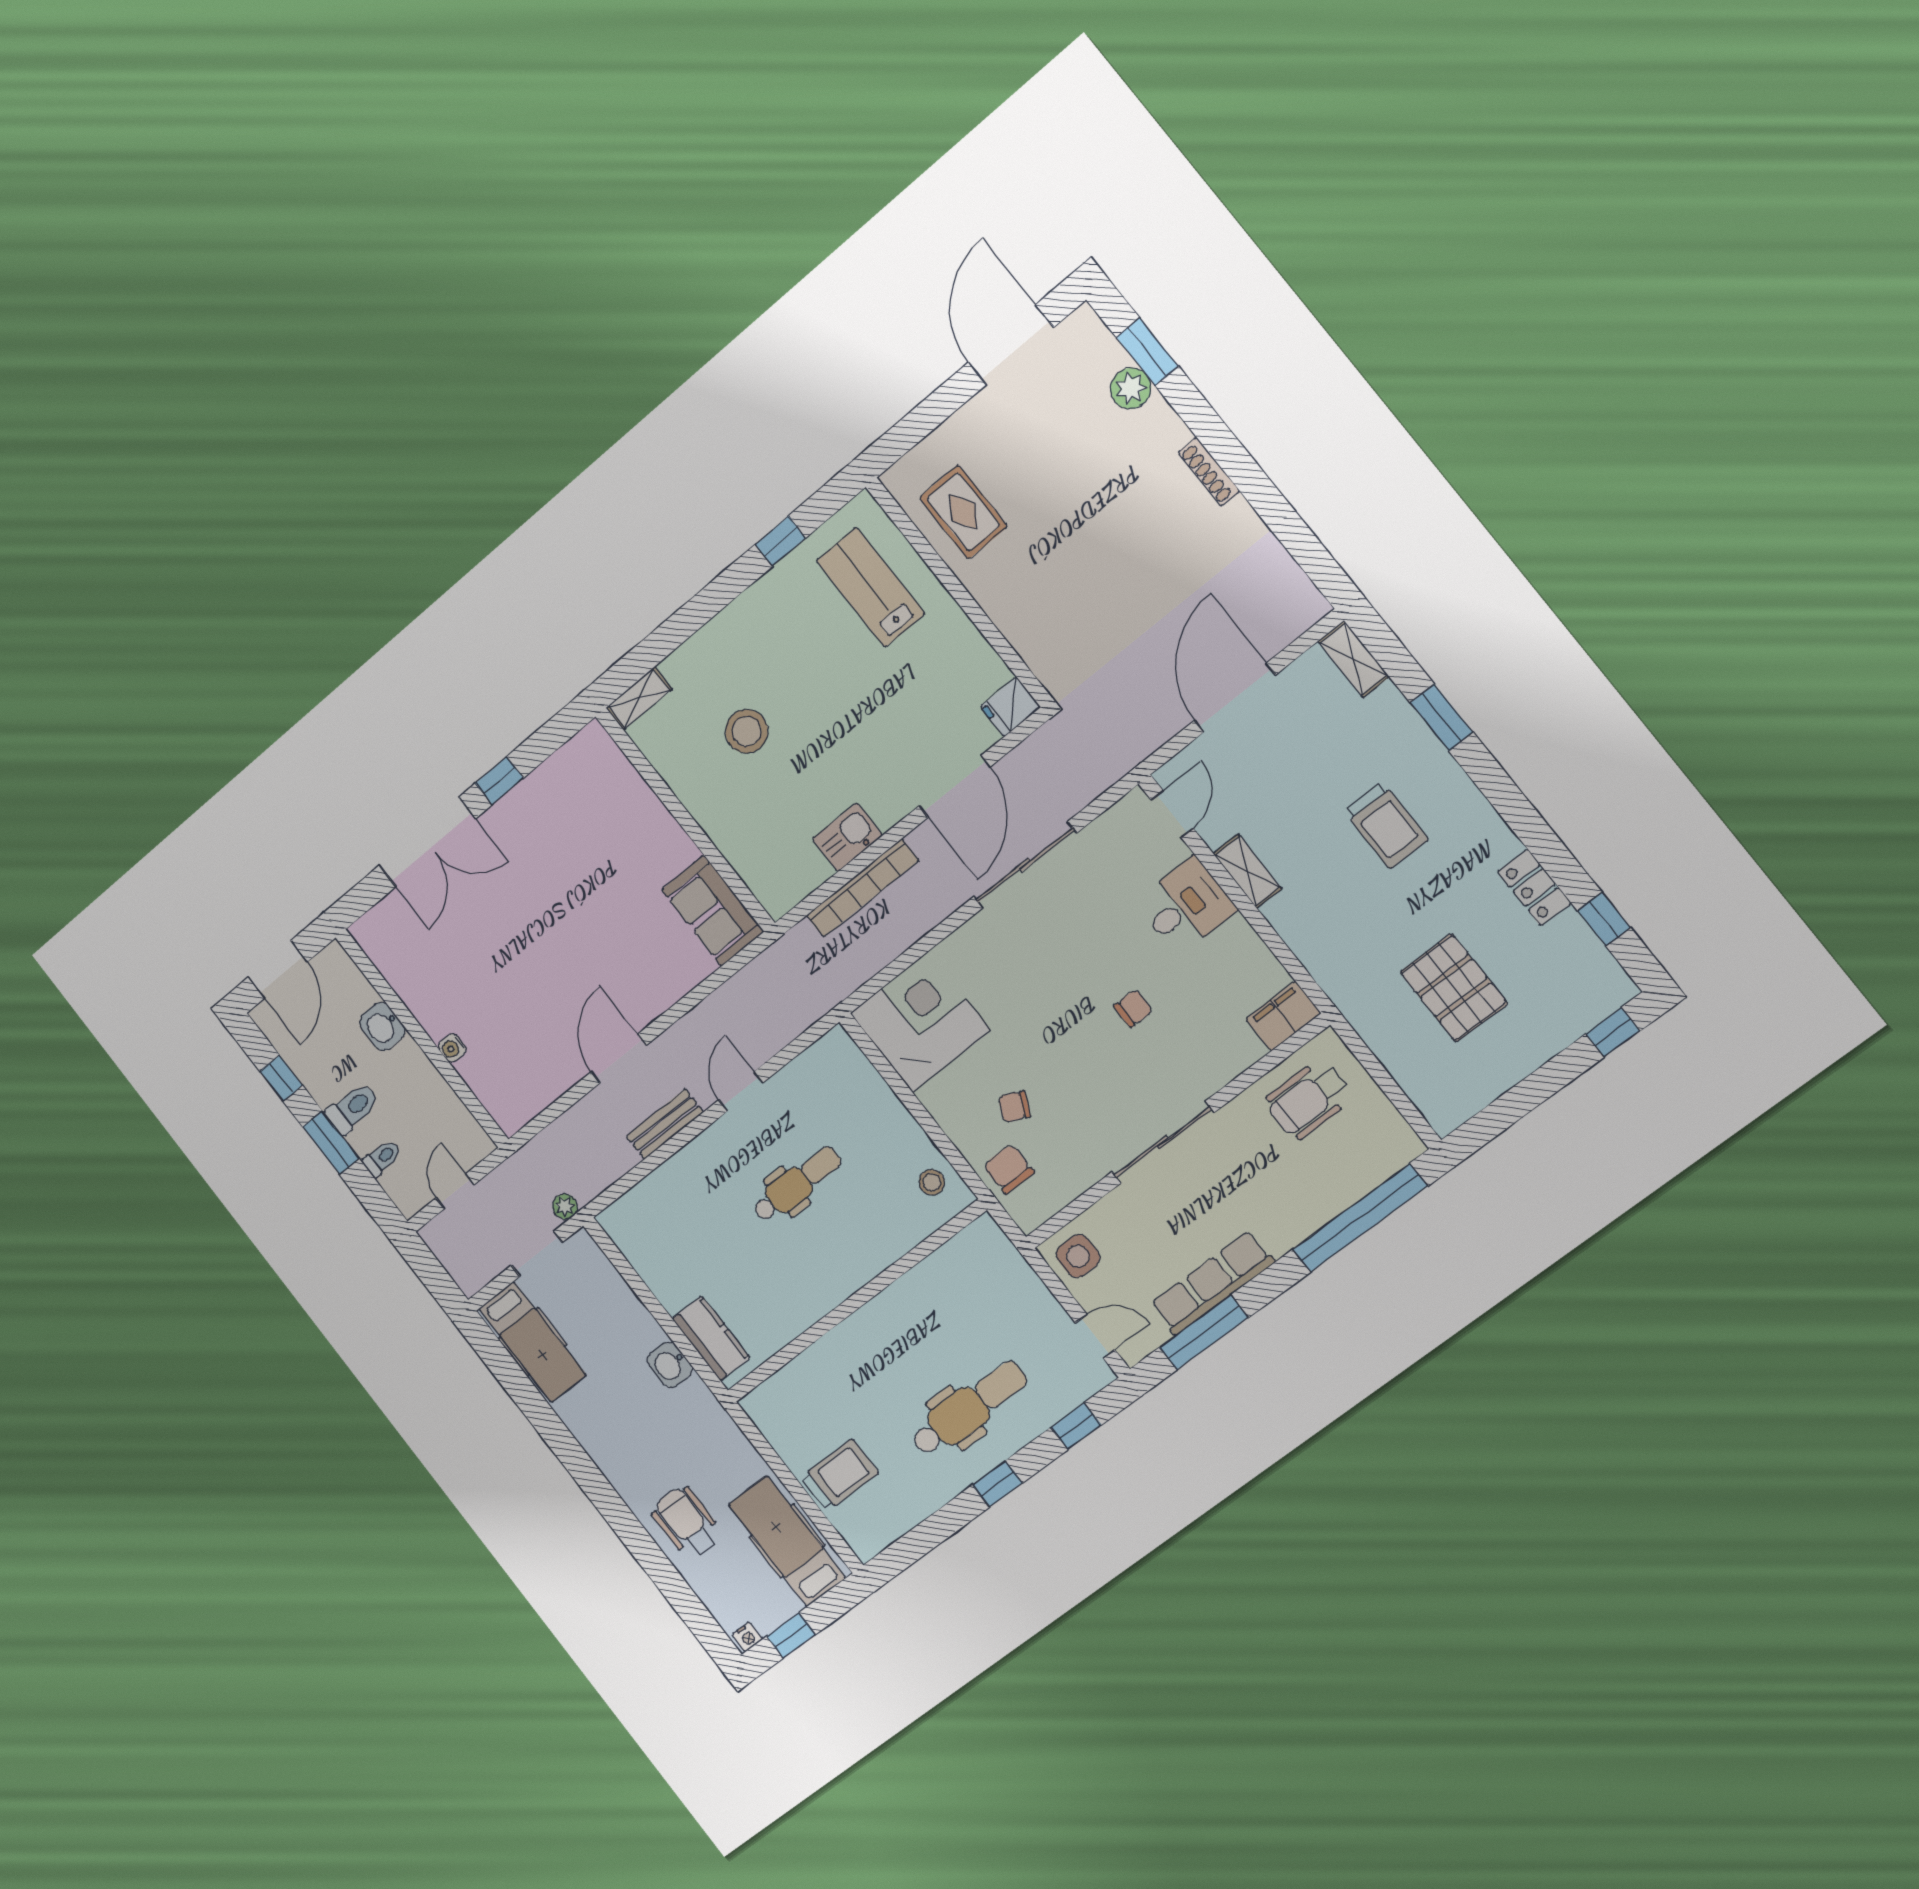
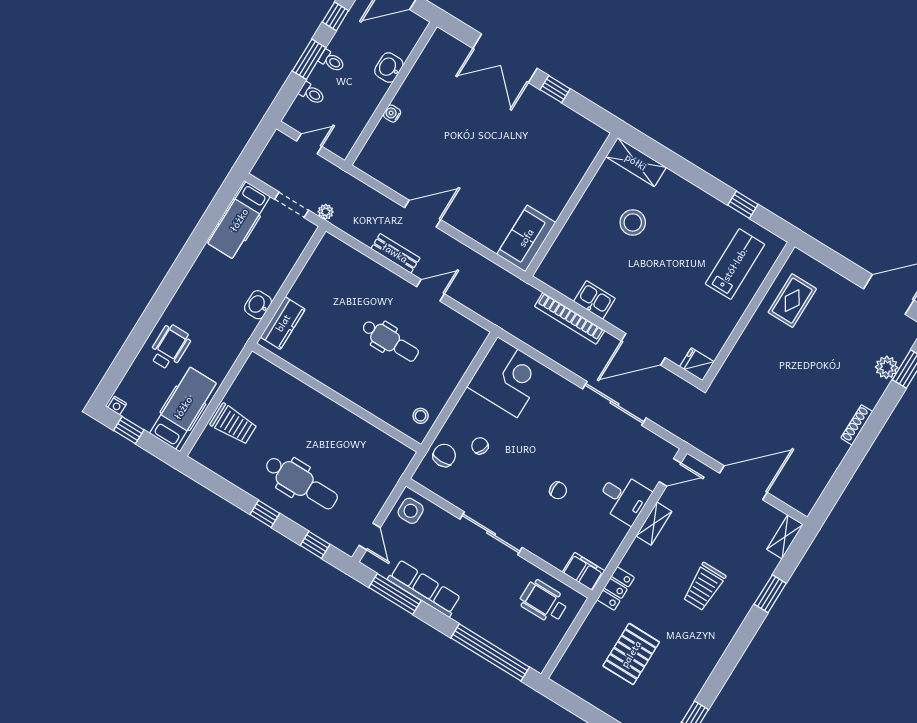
shelving: (639, 699) -> (636, 162), width x1.50, depth x1.33
locker: (1534, 888) -> (616, 589), moved, turned 180
toilet: (353, 1108) -> (332, 61), width x0.73, depth x0.72

